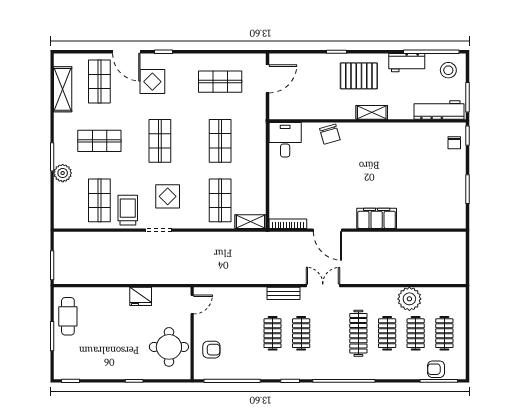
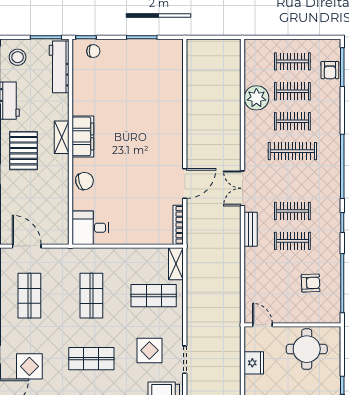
shop shelf: (220, 141) -> (91, 296), turned 90
filing cabinet: (377, 218) -> (83, 136), moved, turned 180
fridge: (141, 296) -> (254, 363), moved
armchair: (211, 350) -> (311, 283), moved, turned 88

